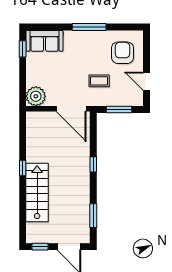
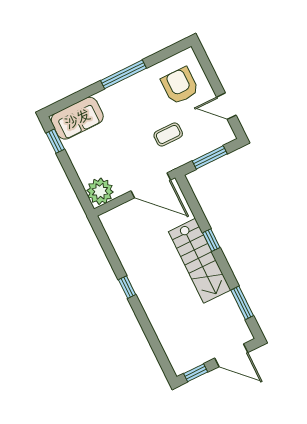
stairs: (37, 193) -> (200, 261), moved, turned 180

